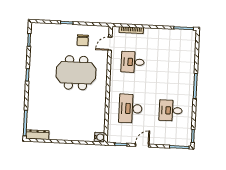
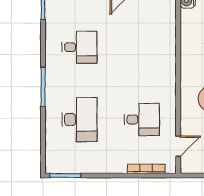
desk: (130, 109) -> (79, 119), moved

